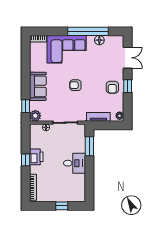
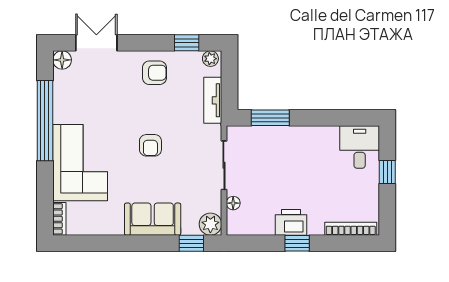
floor lamp: (99, 40) -> (62, 60), moved
window: (128, 86) -> (187, 43), moved
desk: (75, 163) -> (360, 147), moved

